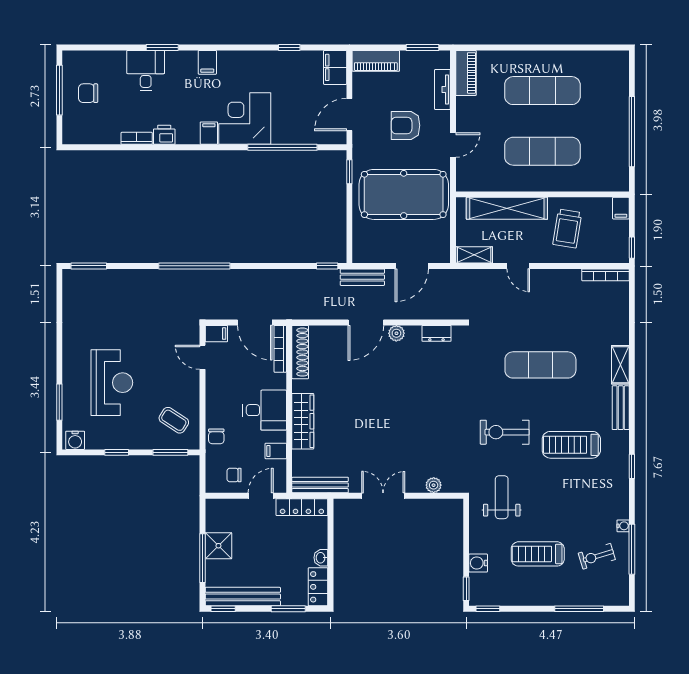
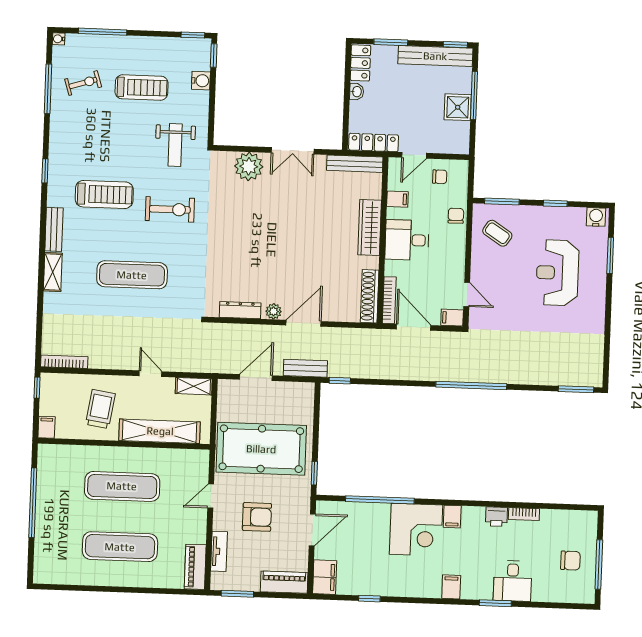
dresser: (436, 333) -> (240, 310), width x1.44
plant: (434, 485) -> (249, 166), width x1.88, depth x1.88
water cooler: (623, 526) -> (59, 39), moved

